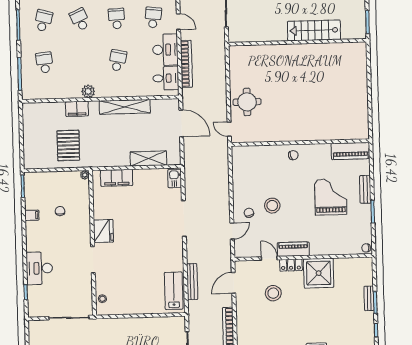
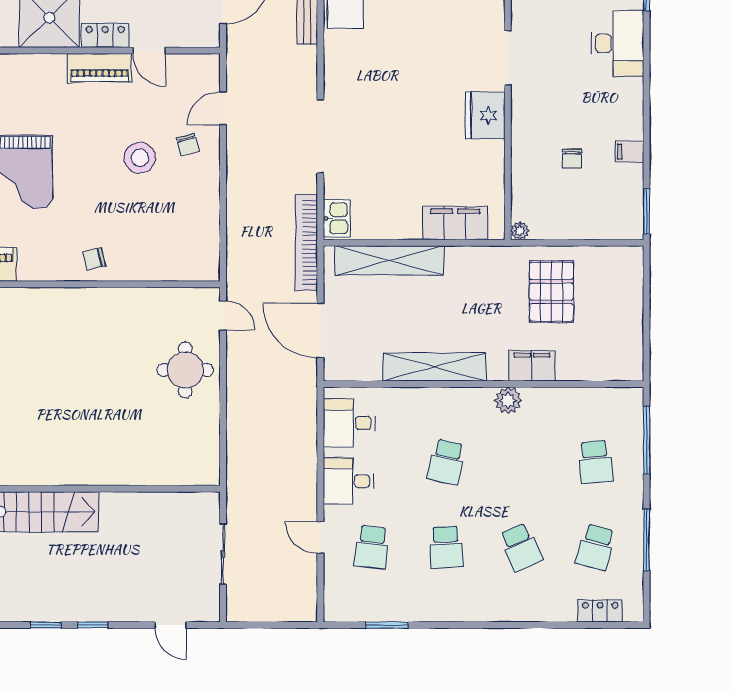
desk: (165, 50) -> (348, 481), width x0.73
bookcase: (186, 64) -> (307, 243), moved
shelving: (148, 159) -> (389, 260), width x1.47

